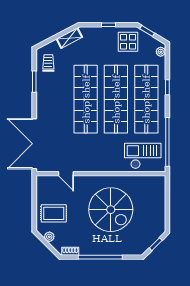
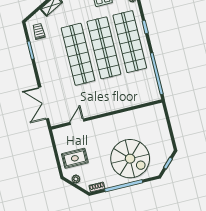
double door: (34, 144) -> (44, 103), width x0.73
checkout: (143, 156) -> (139, 91), removed
door: (66, 174) -> (77, 122), swing flipped
spiral stairs: (111, 210) -> (130, 159), moved

